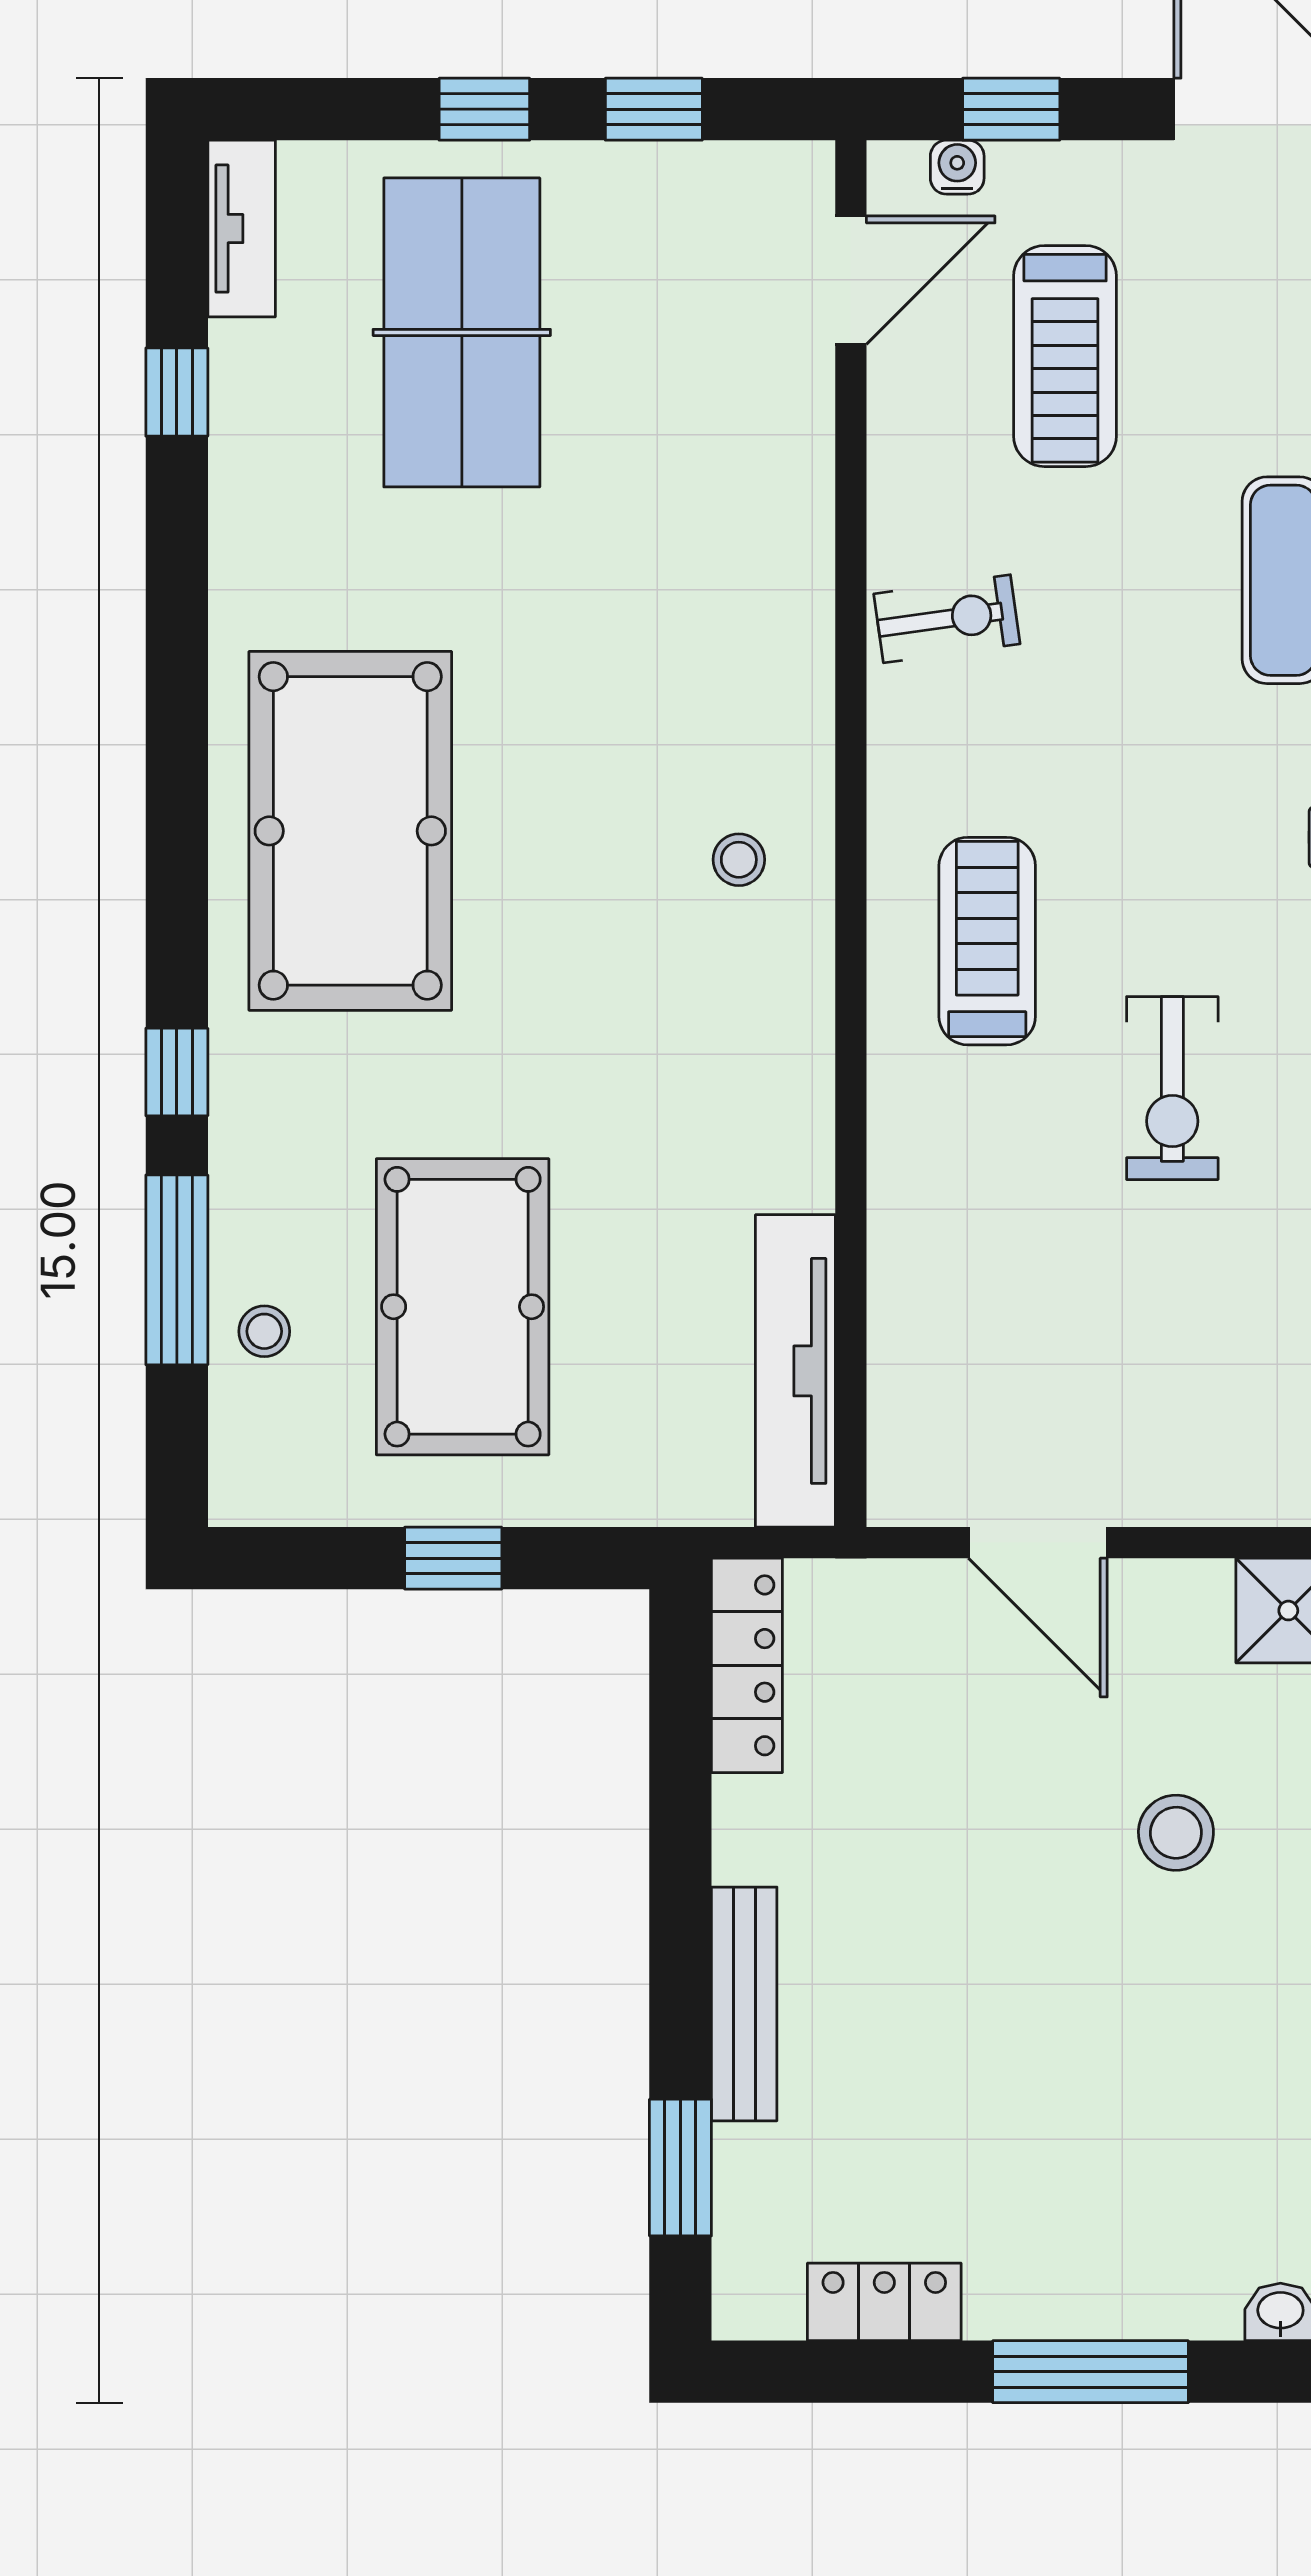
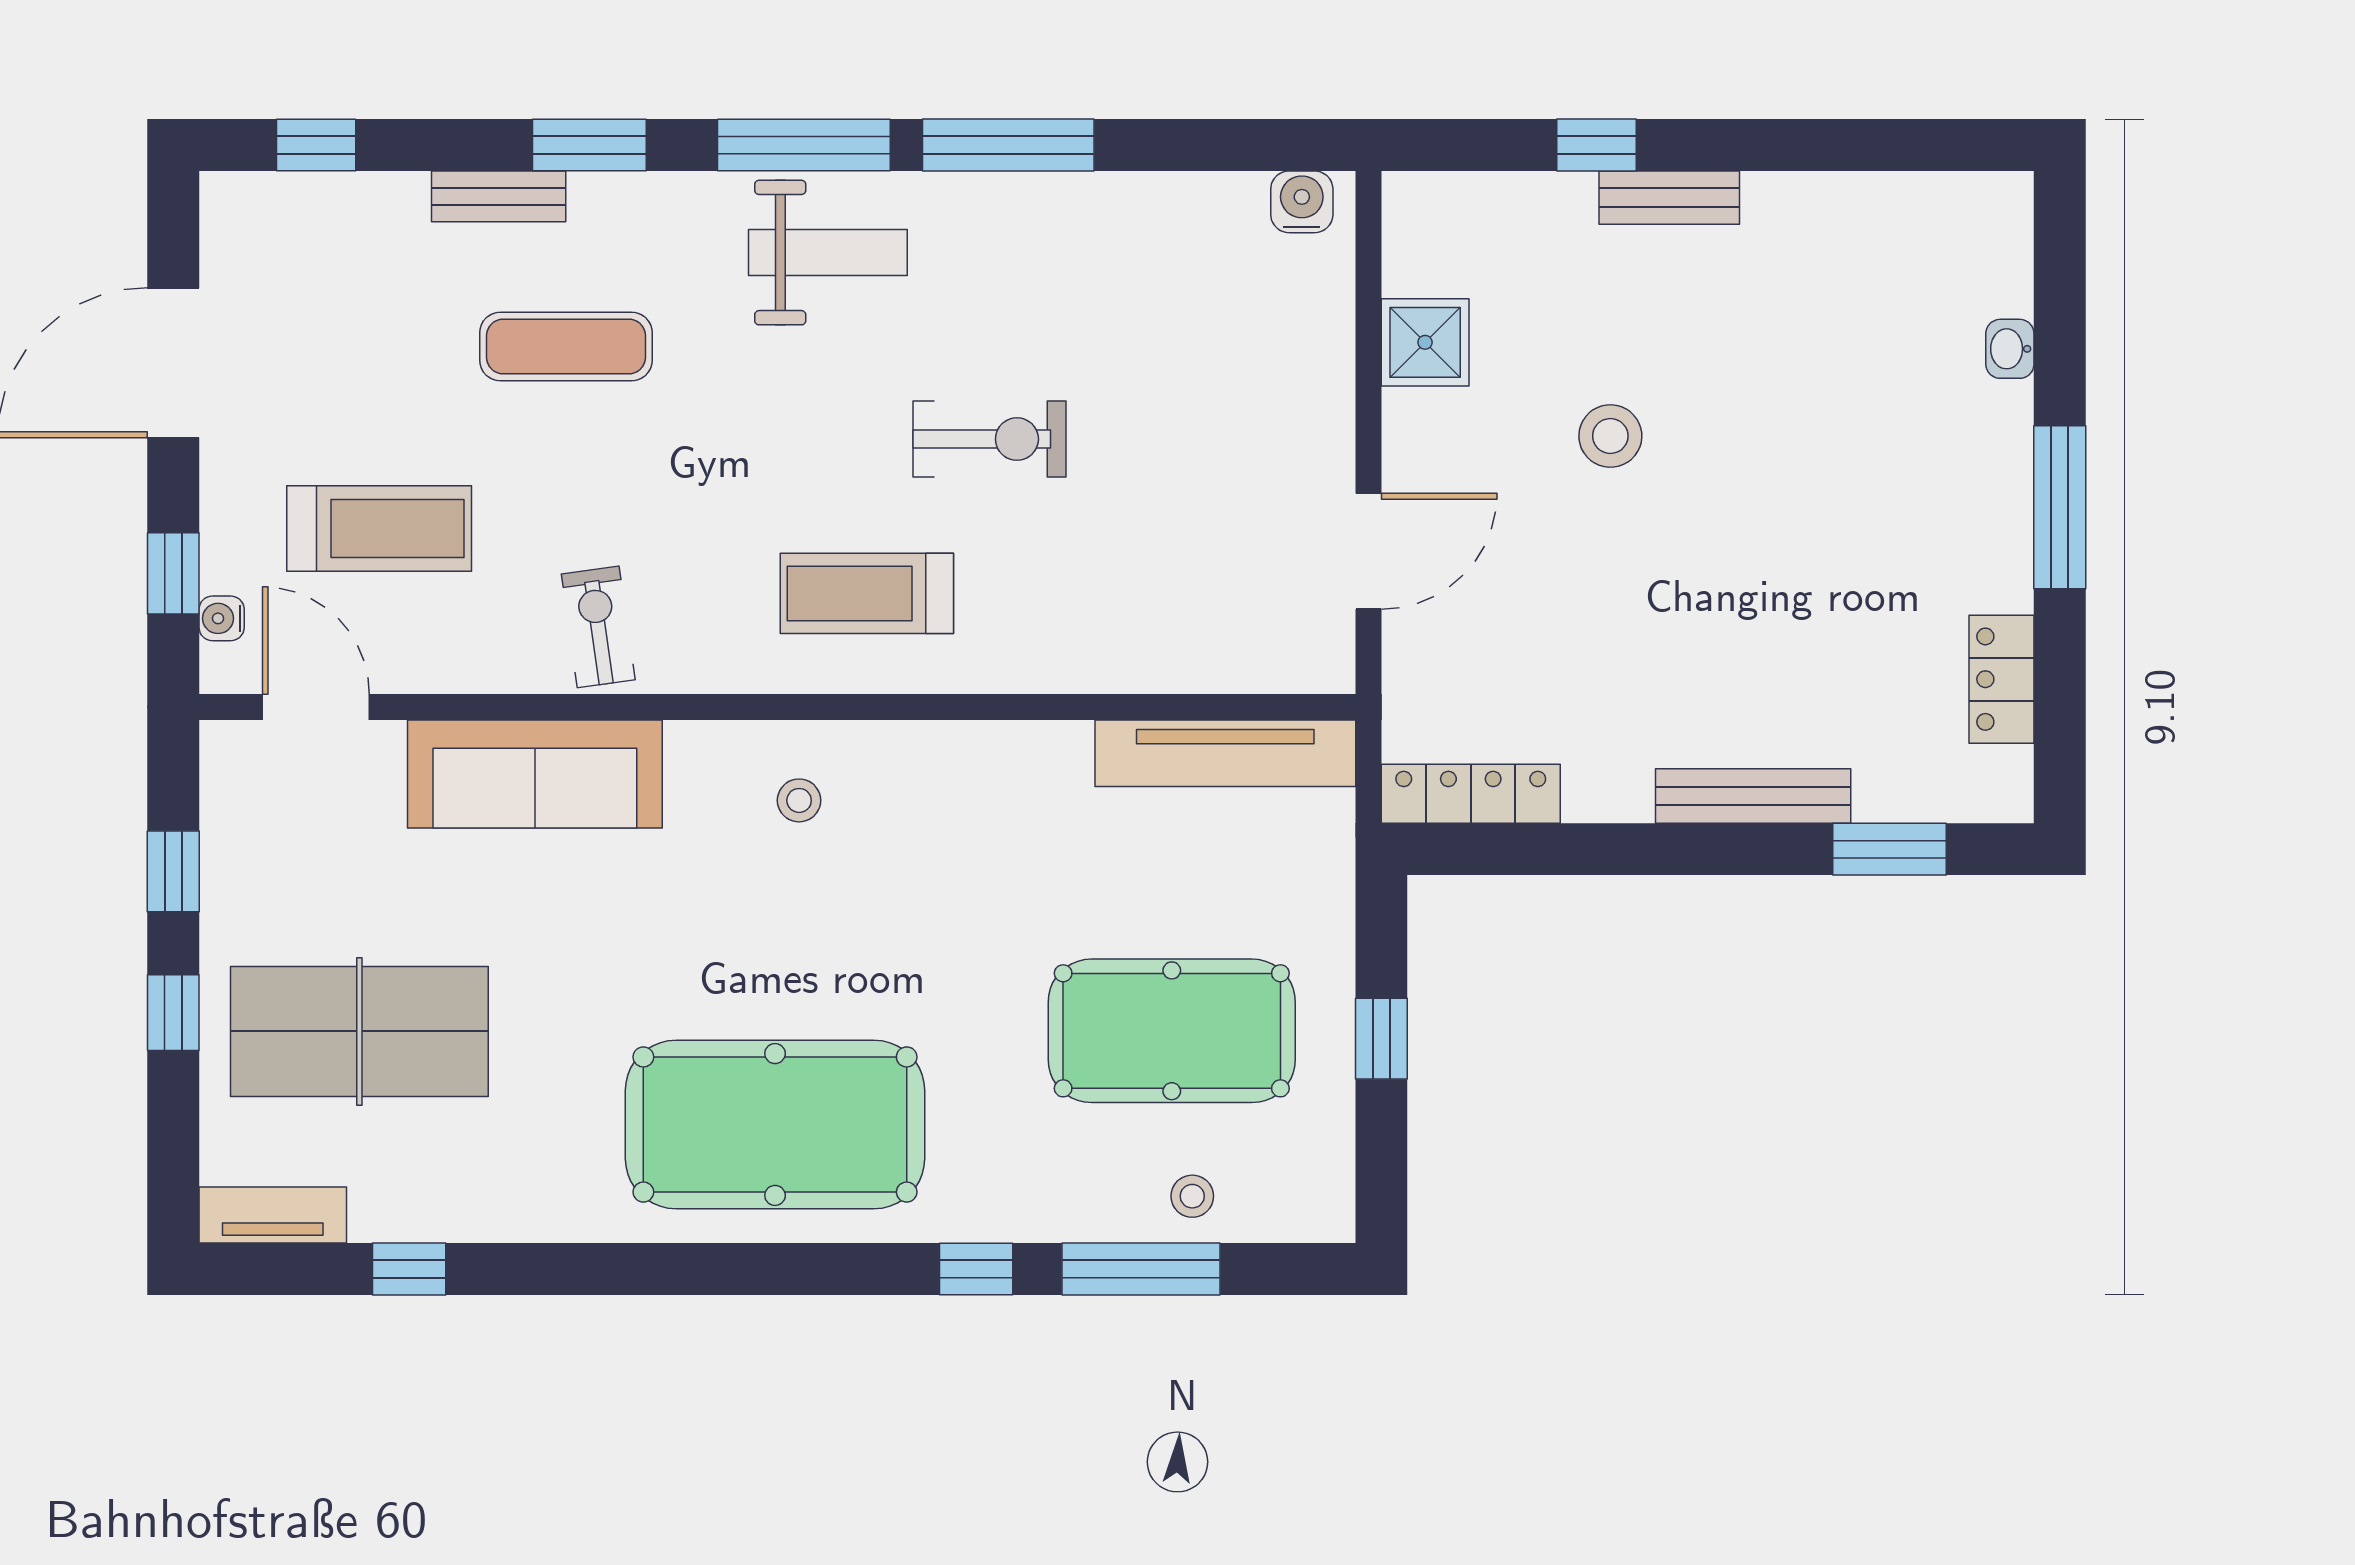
sofa: (771, 543) -> (535, 774), added

